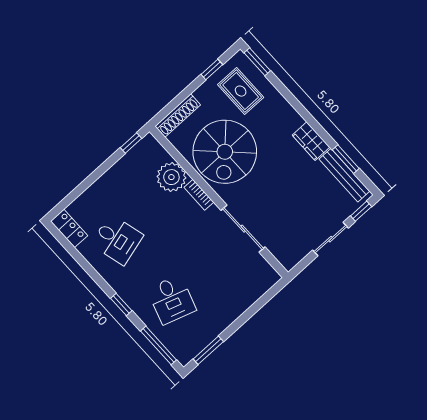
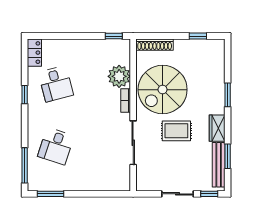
window: (257, 62) -> (228, 95), moved
rug: (241, 91) -> (176, 131), moved, turned 90
window: (121, 305) -> (25, 95), moved

